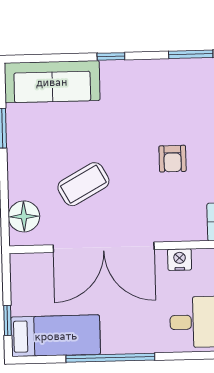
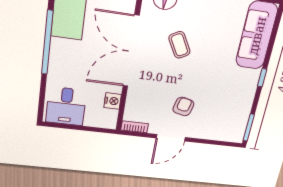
armchair: (173, 159) -> (183, 107), turned 103
coffee table: (83, 184) -> (179, 45), width x0.73, depth x0.77

